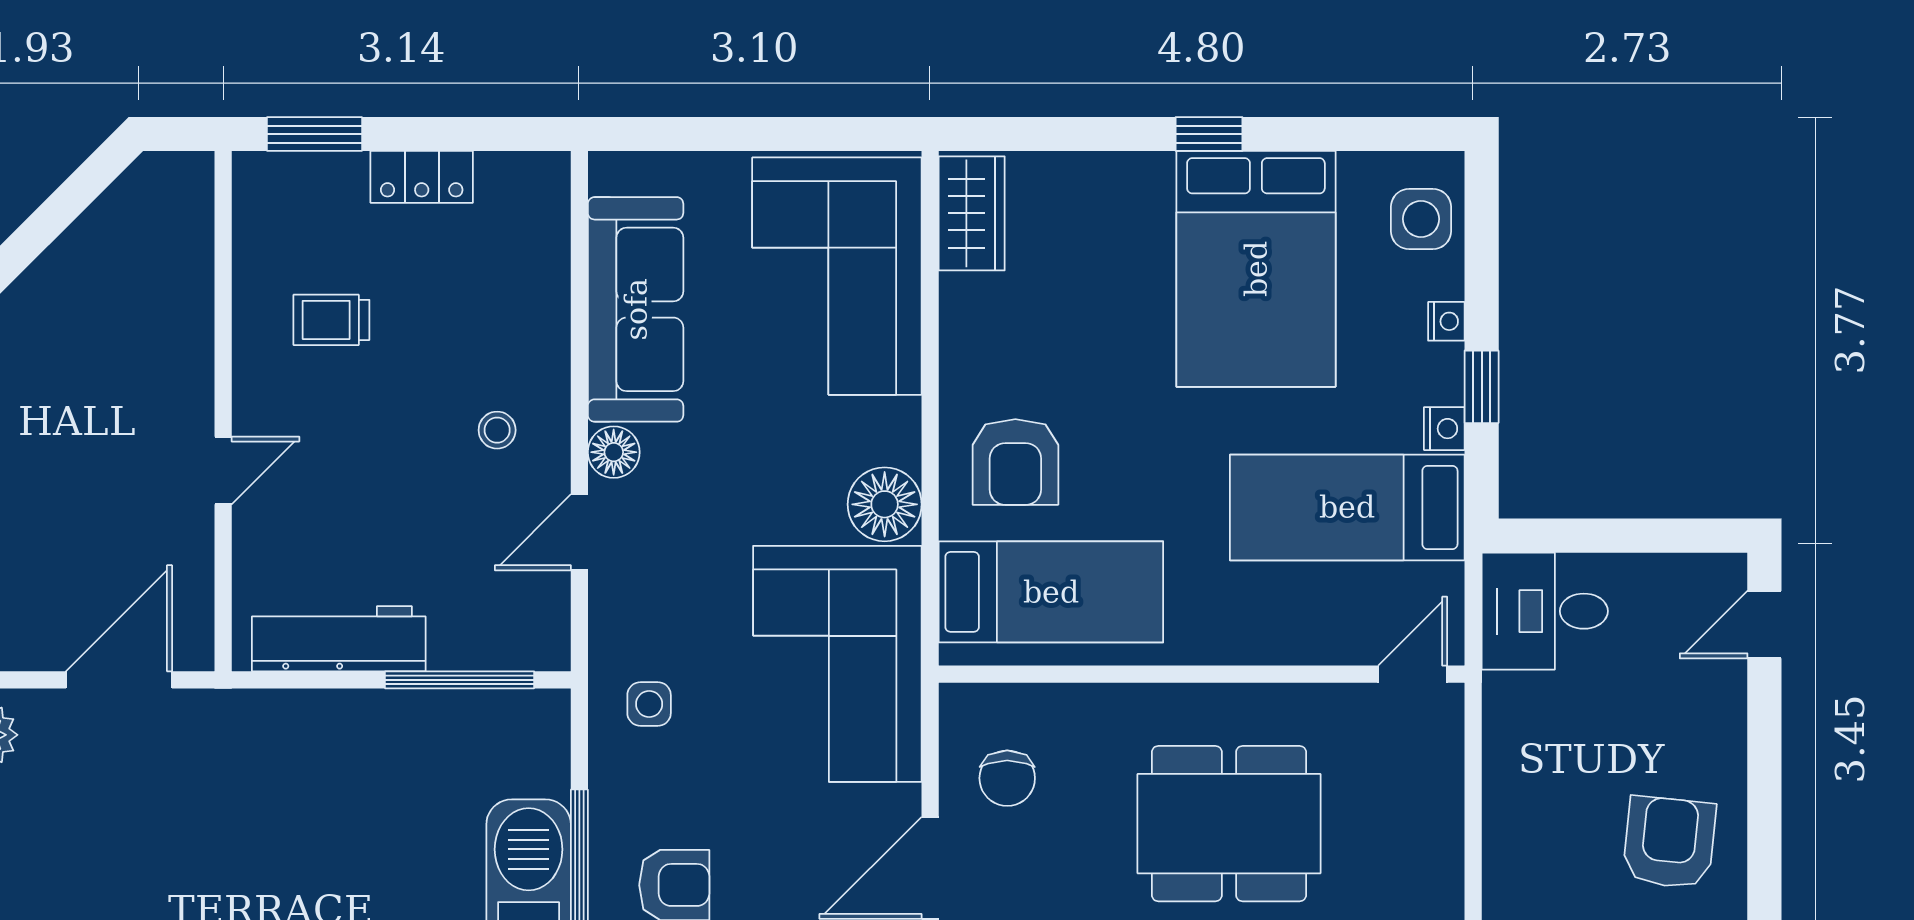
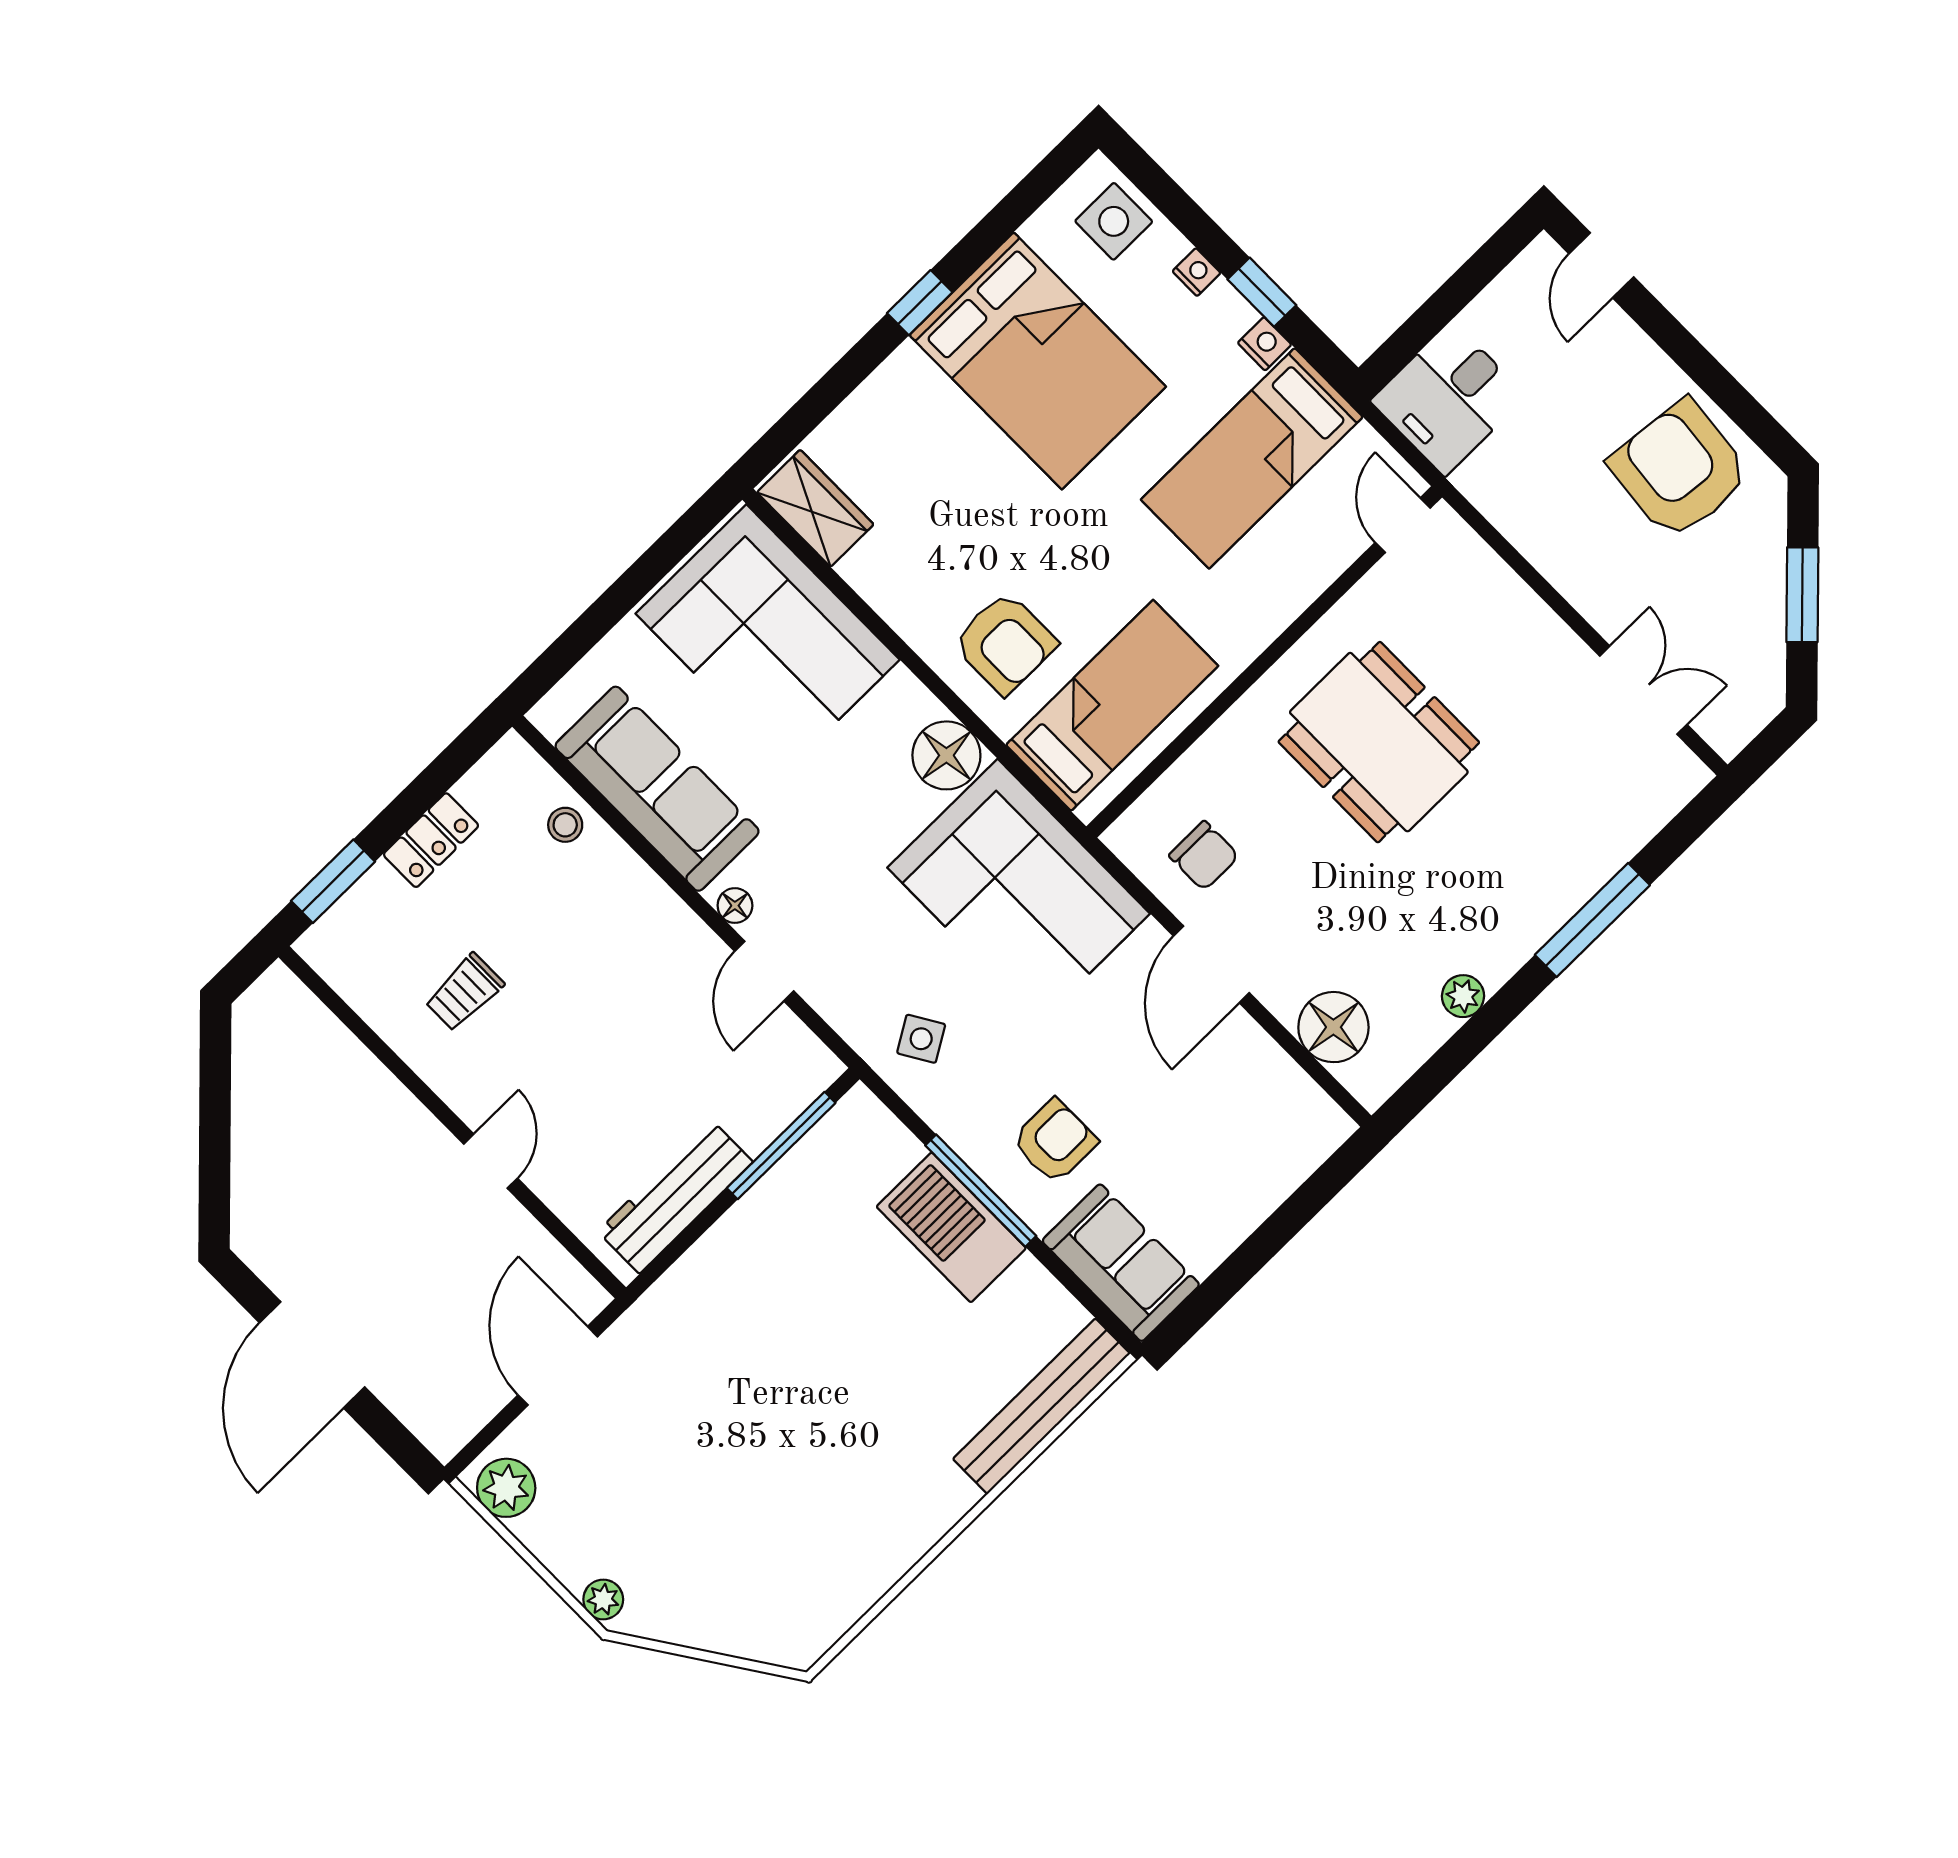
stool: (497, 430) -> (565, 825), moved
floor lamp: (614, 452) -> (735, 906), width x0.73, depth x0.73
side table: (649, 704) -> (921, 1039), turned -31
dining table: (1229, 824) -> (1379, 742), turned 90
armchair: (1669, 842) -> (1680, 470), width x1.36, depth x1.36

